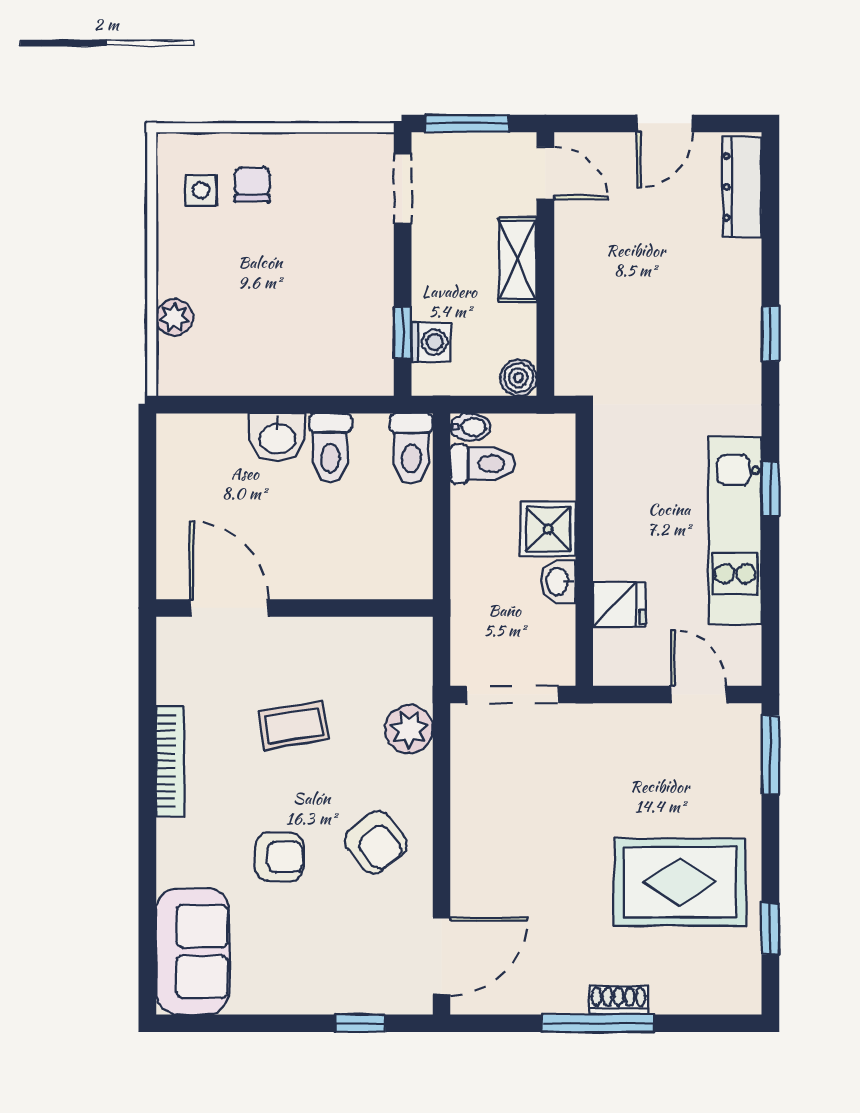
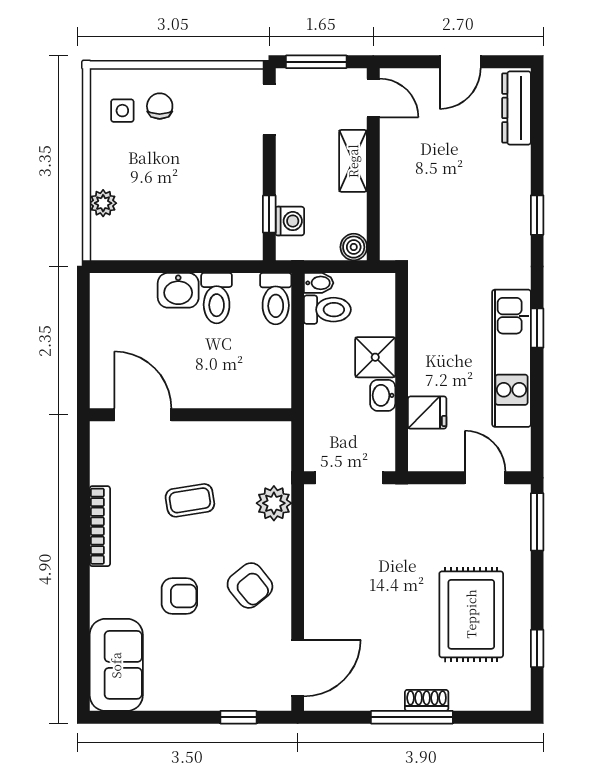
rug: (680, 882) -> (471, 614), turned 90

